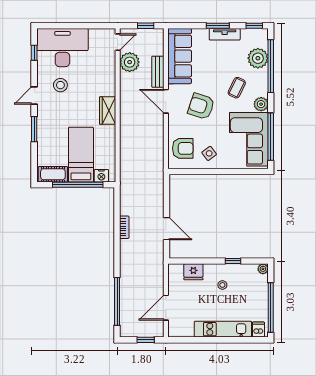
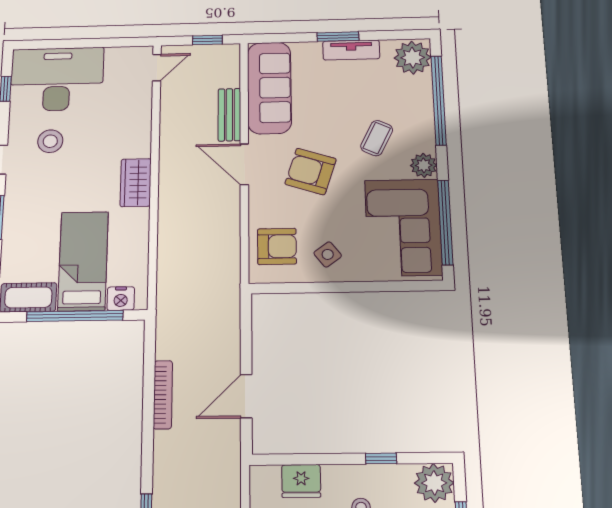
window: (254, 26) -> (405, 35), removed
plant: (258, 58) -> (413, 58), moved
plant: (130, 62) -> (178, 100), removed
bookcase: (124, 227) -> (163, 395), width x1.56
door: (166, 229) -> (246, 396), swing flipped
plant: (263, 269) -> (434, 483), width x1.87, depth x1.87

